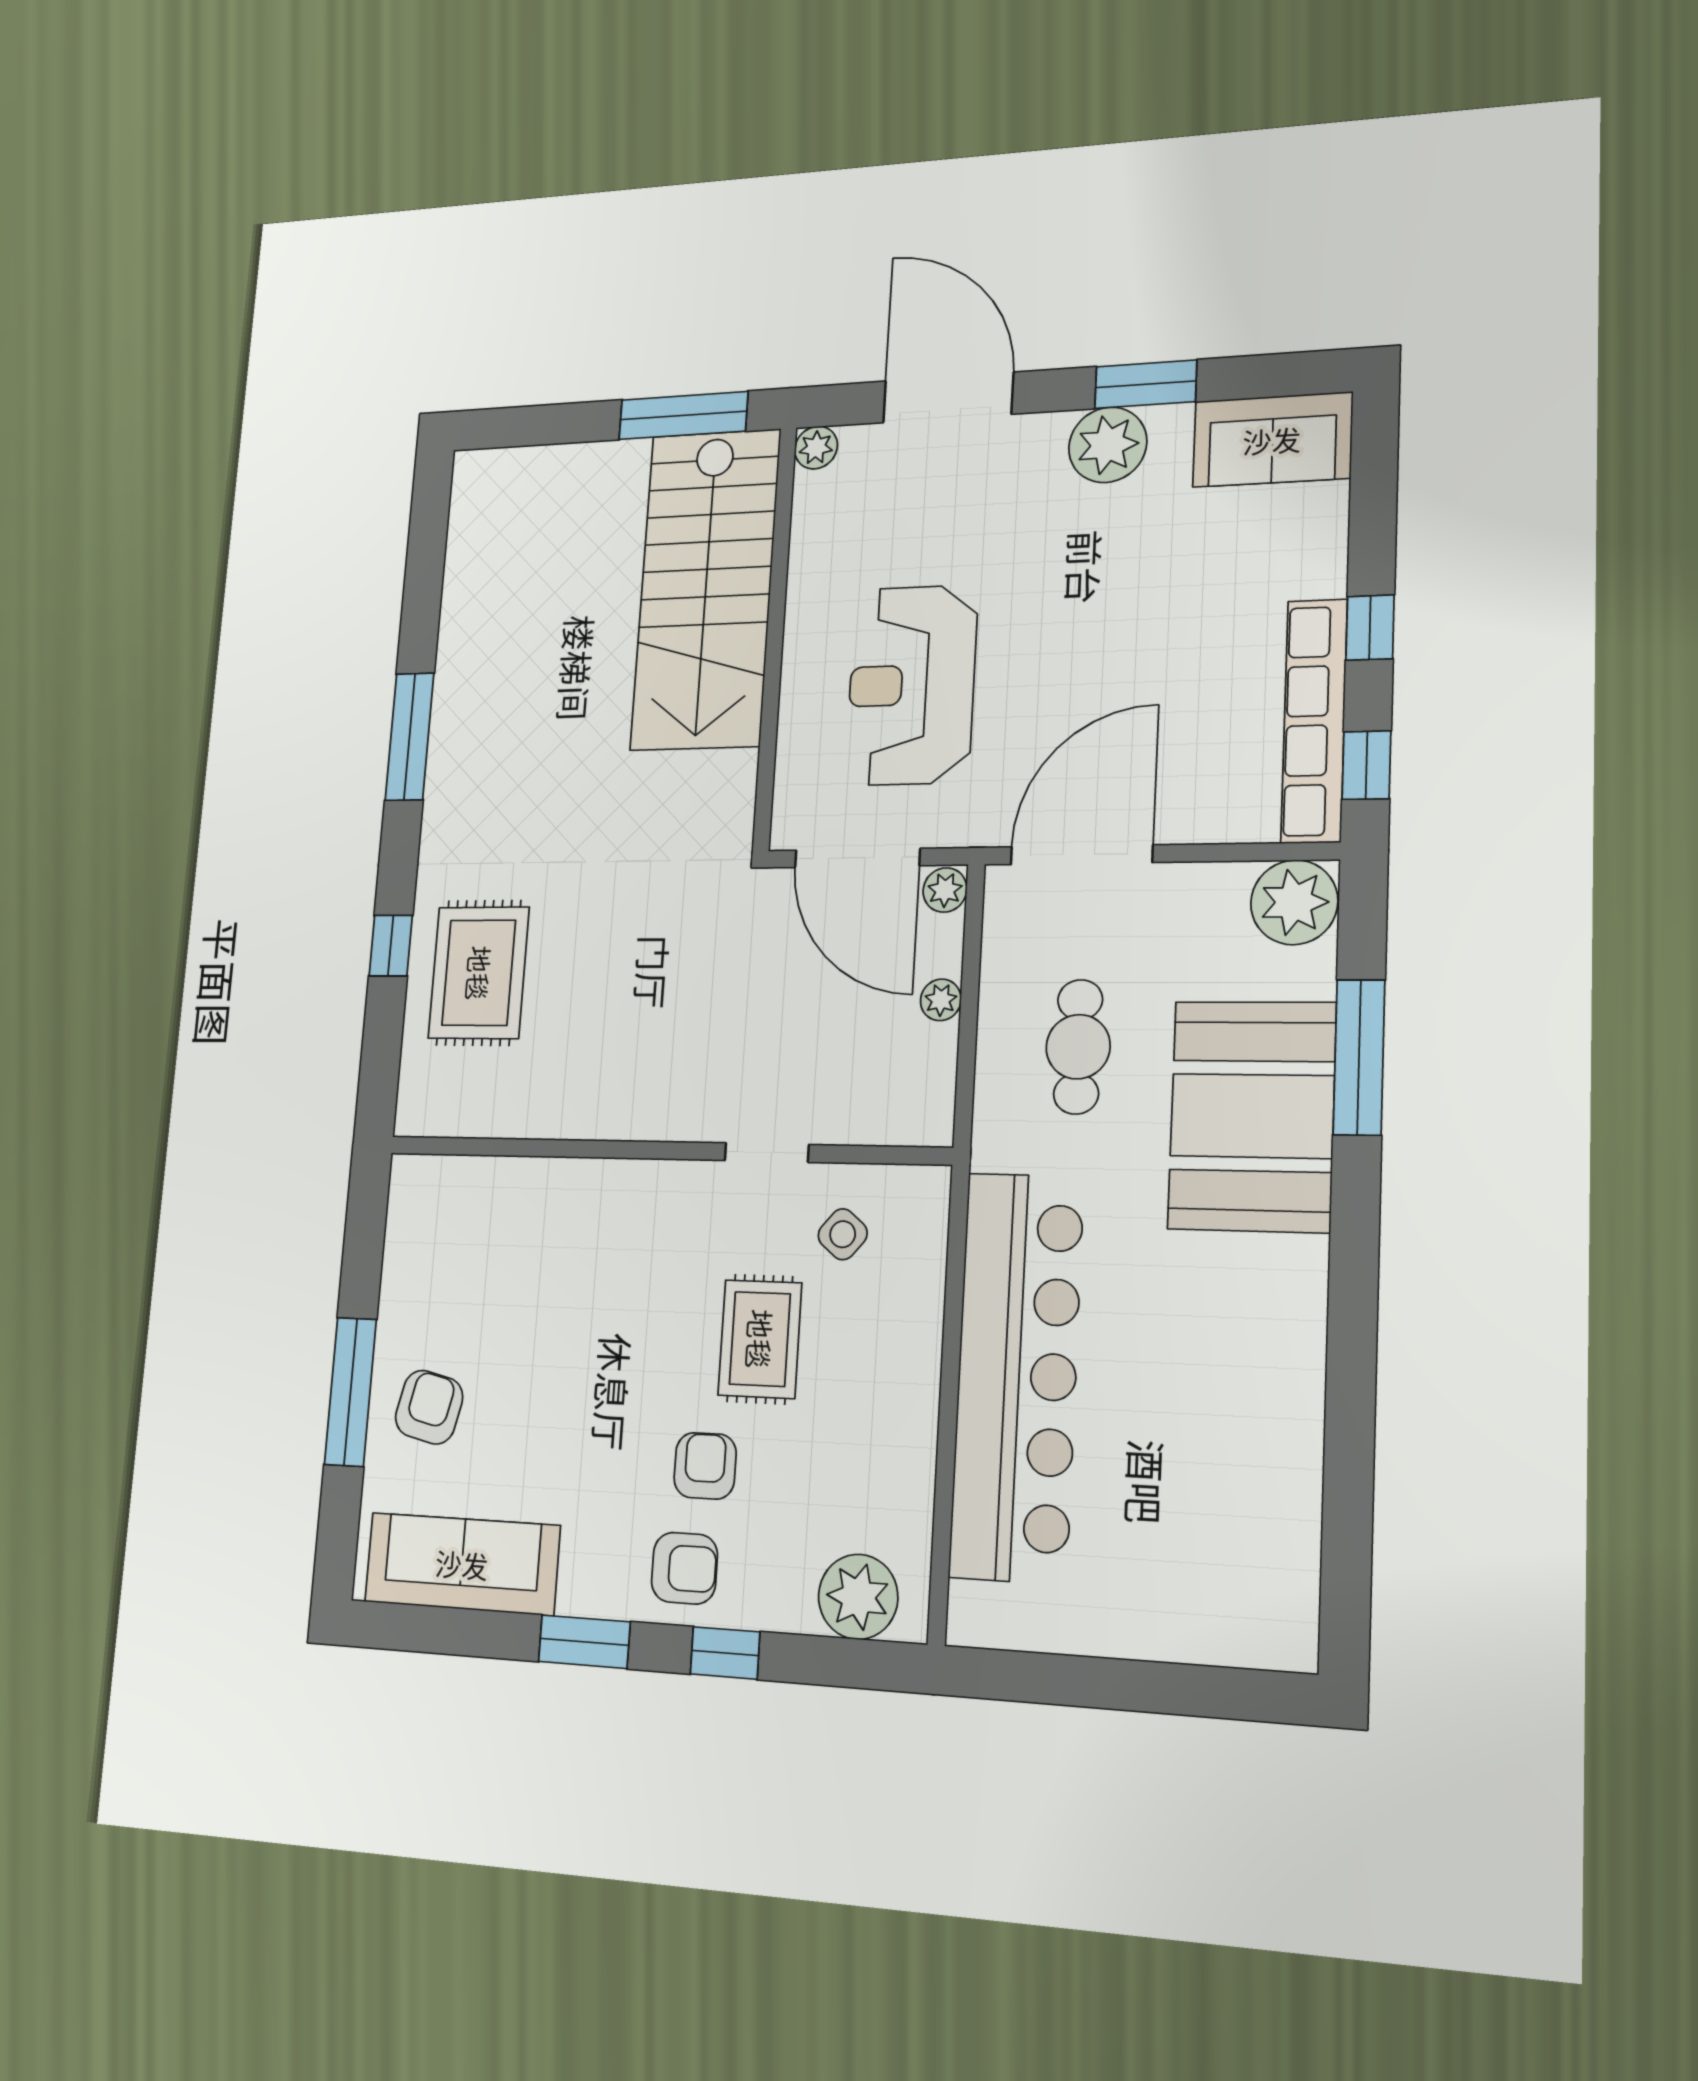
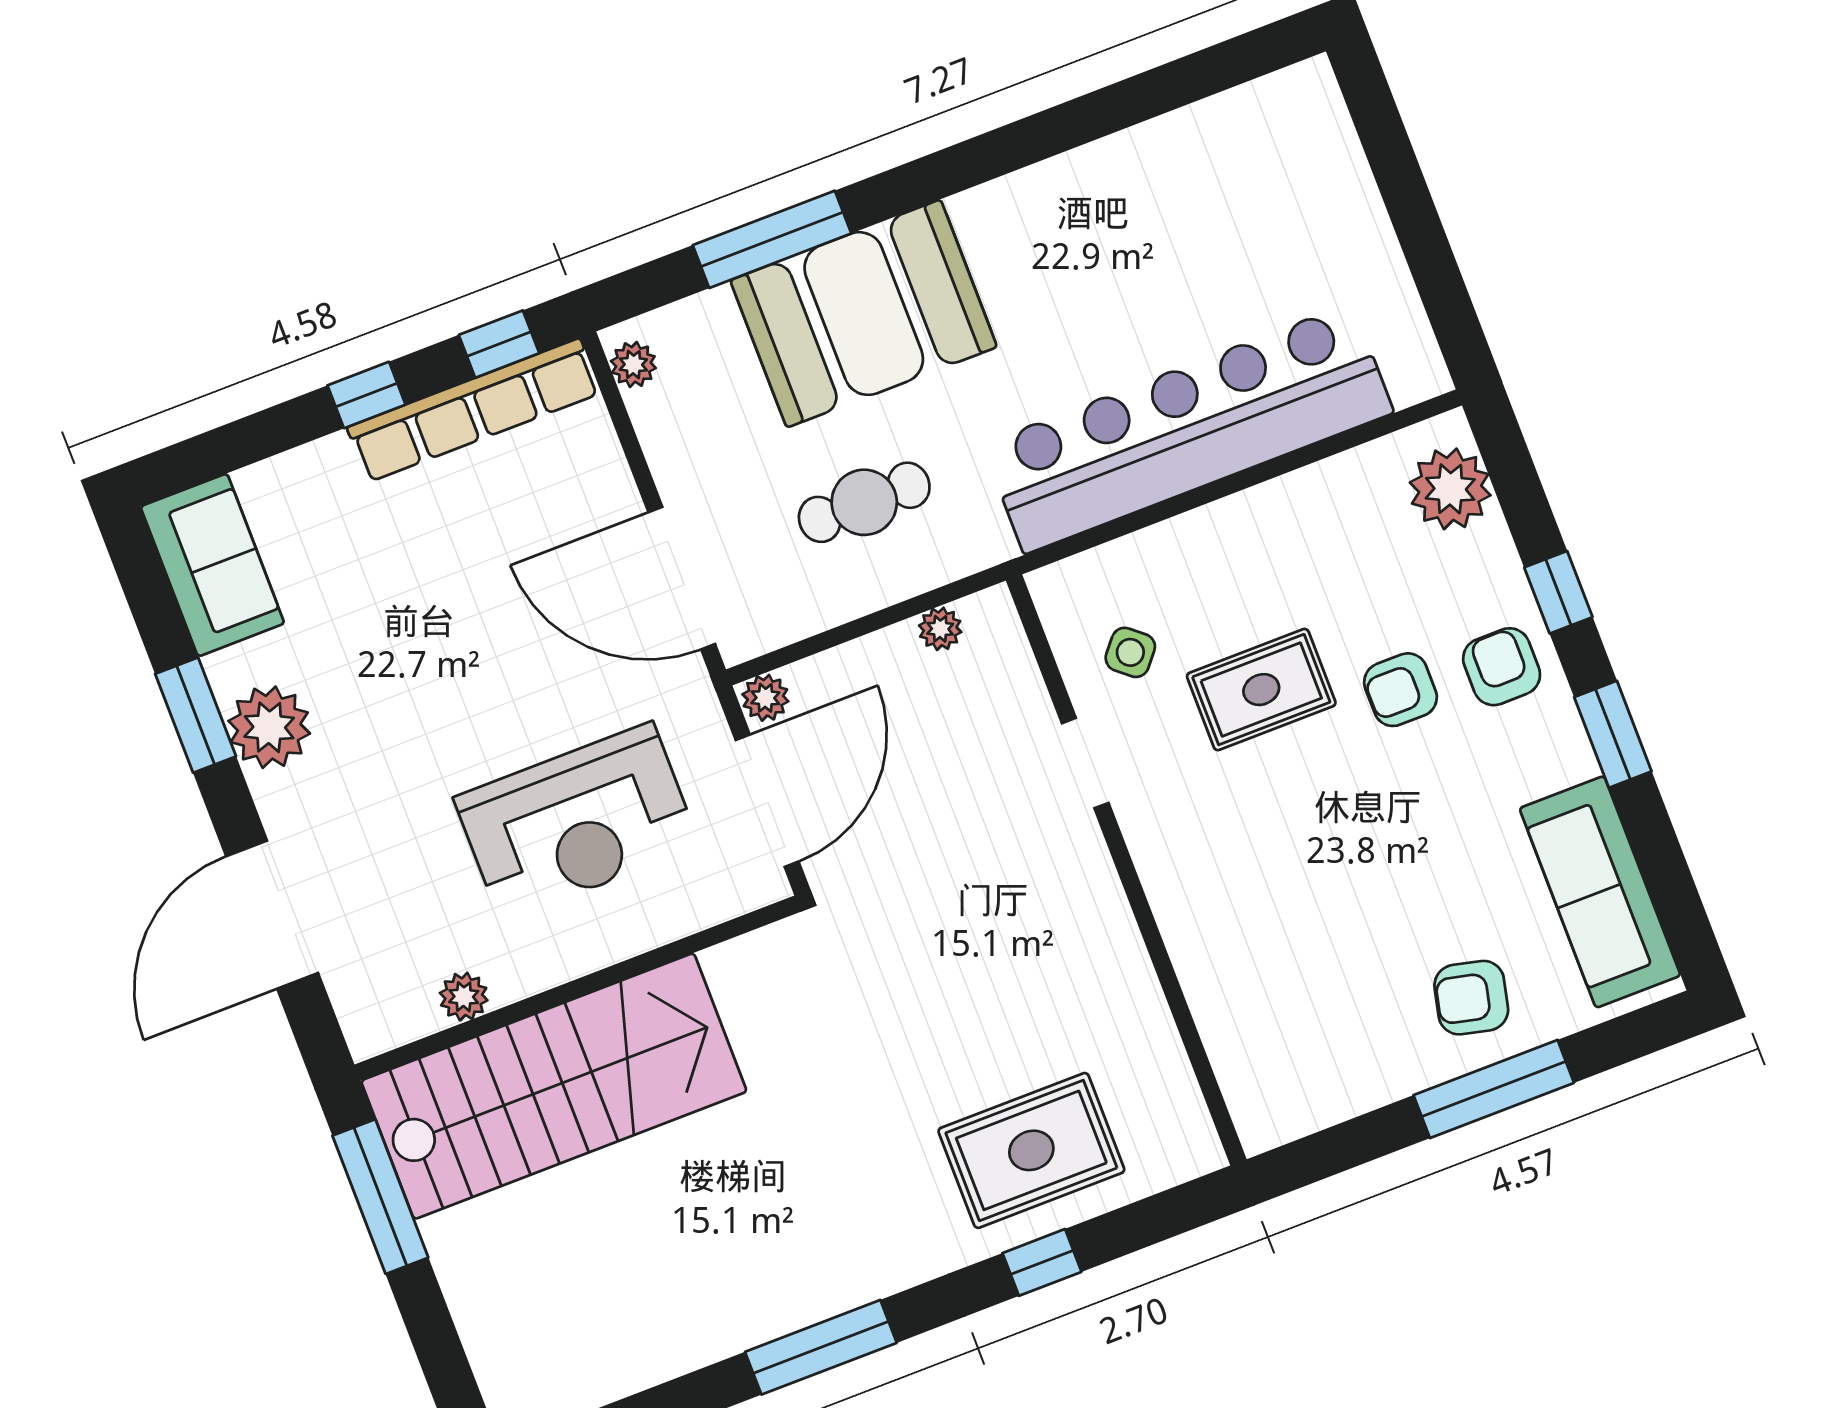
plant: (816, 448) -> (464, 997), moved
plant: (1294, 902) -> (633, 364), width x0.53, depth x0.53
plant: (941, 1000) -> (940, 629), moved

